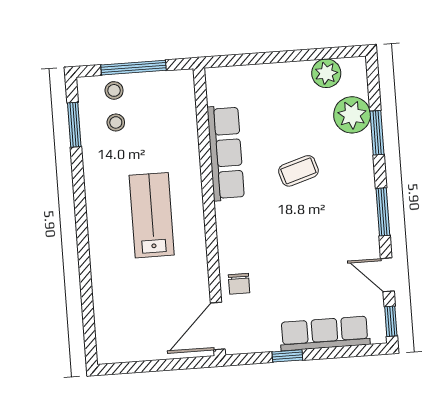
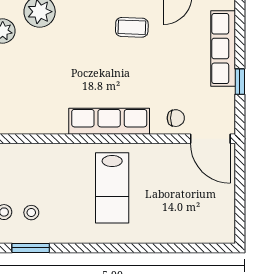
row of seats: (226, 153) -> (109, 121), moved
coffee table: (298, 171) -> (132, 27), moved, turned -71
lab bench: (152, 215) -> (112, 188), turned -90

